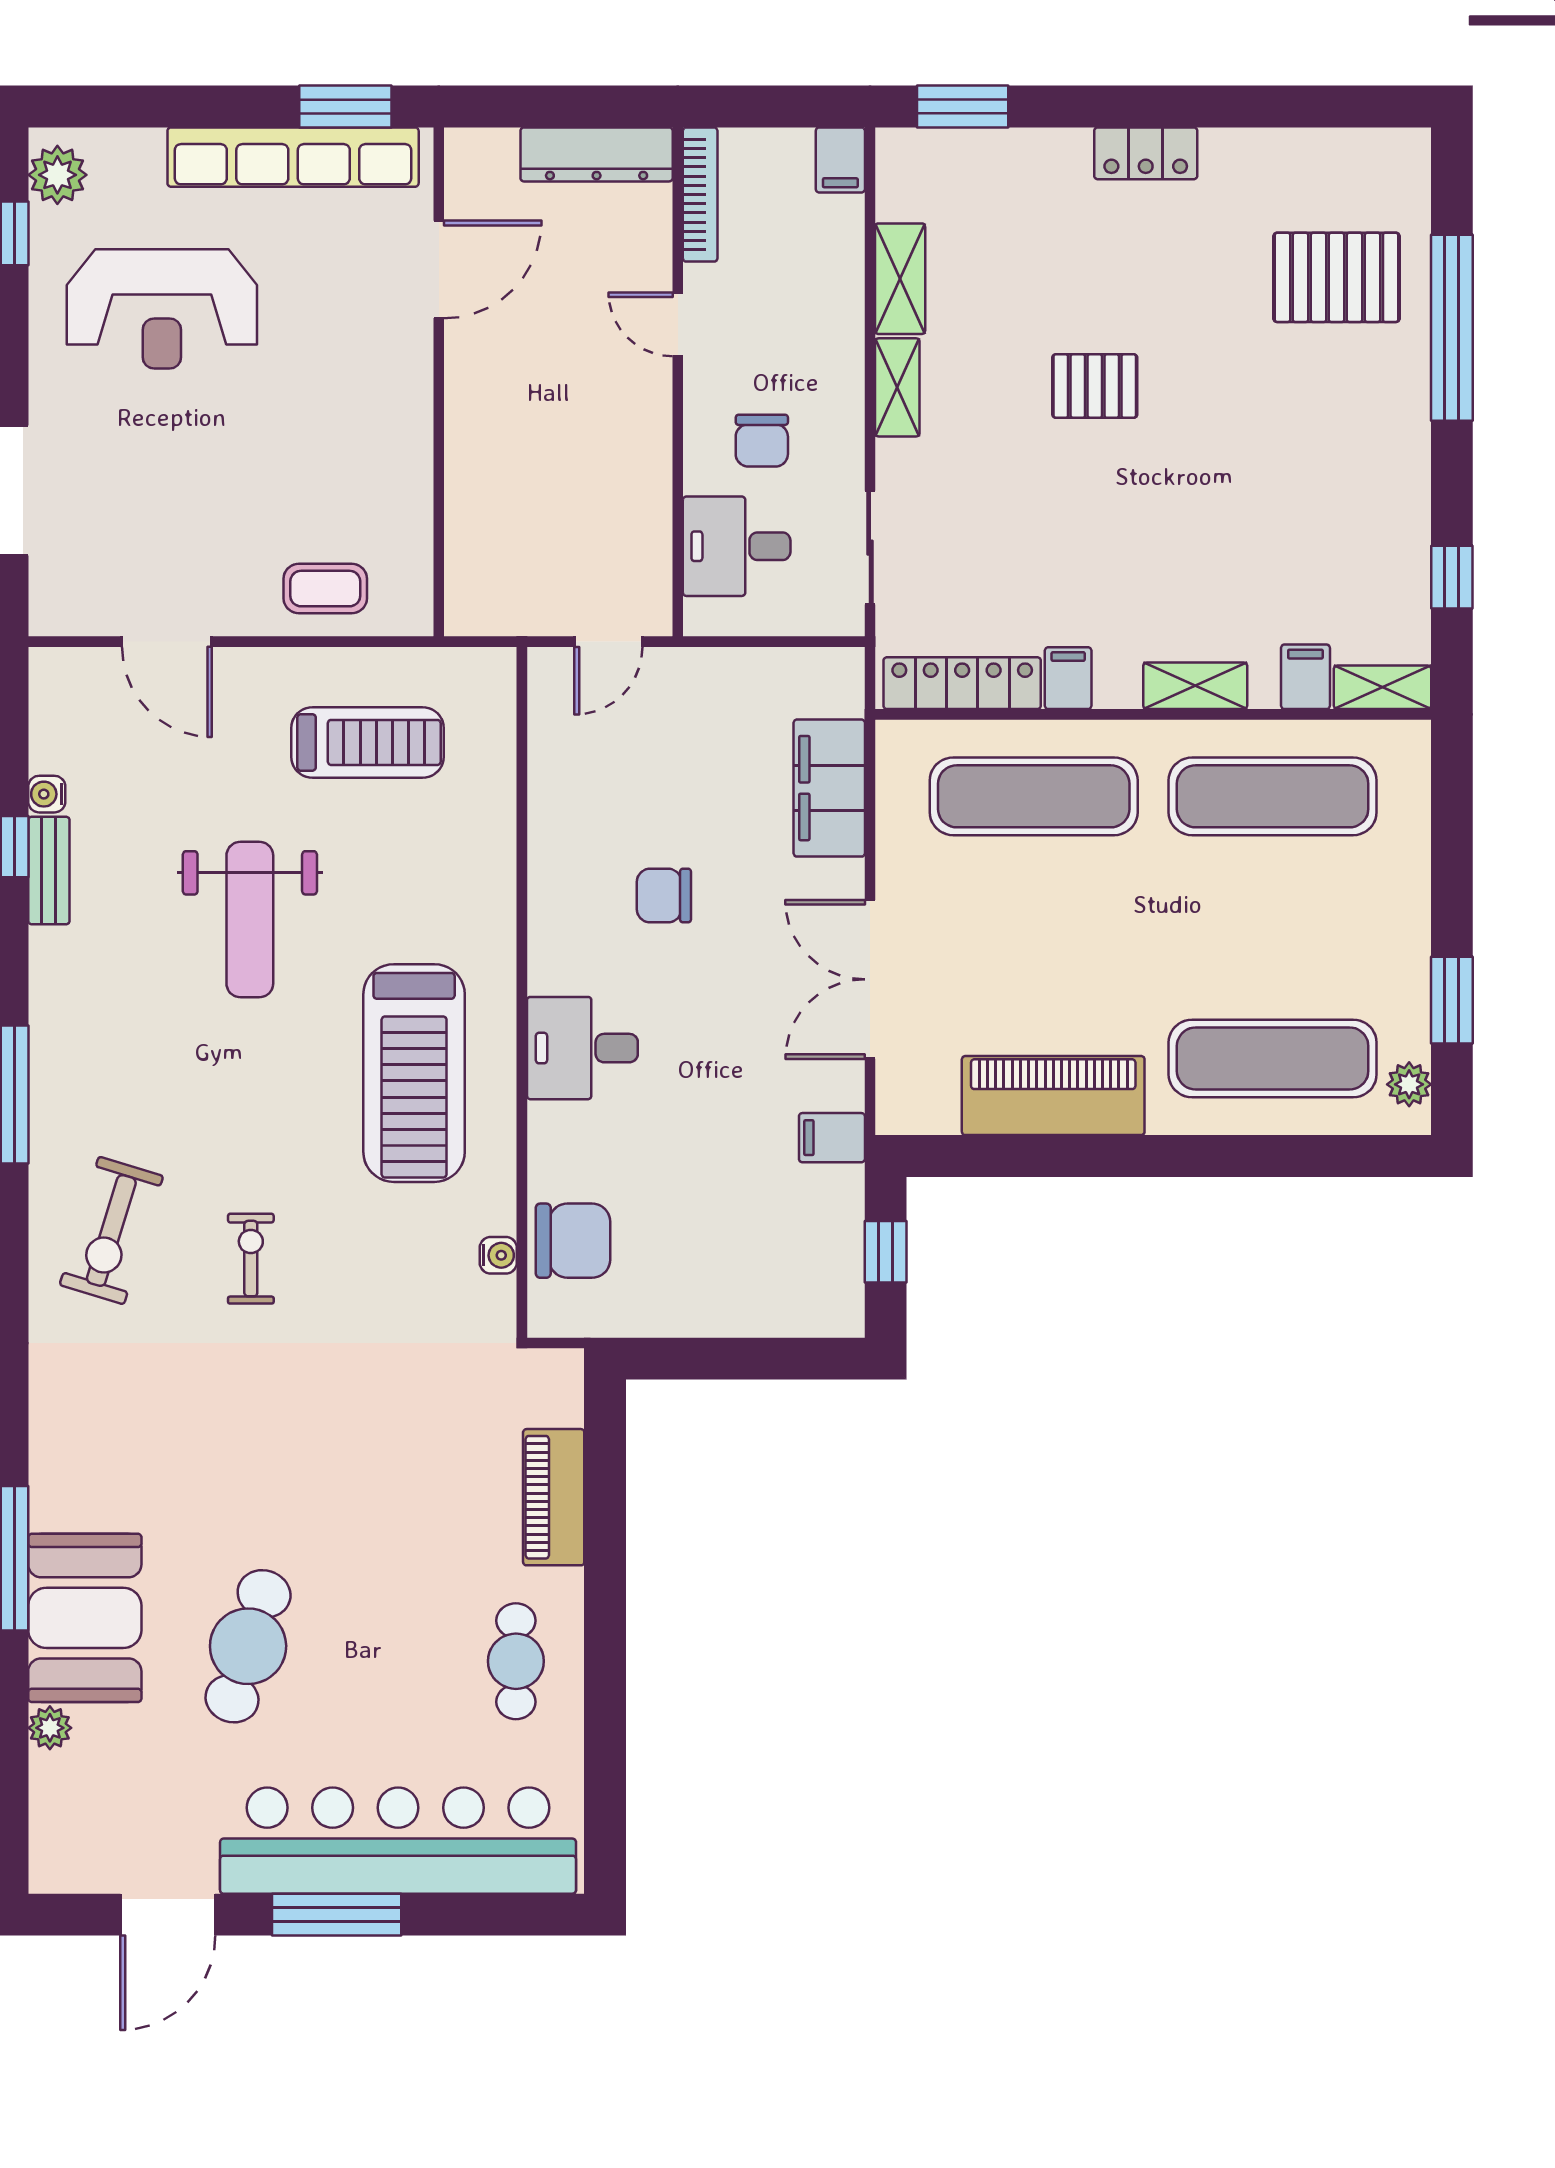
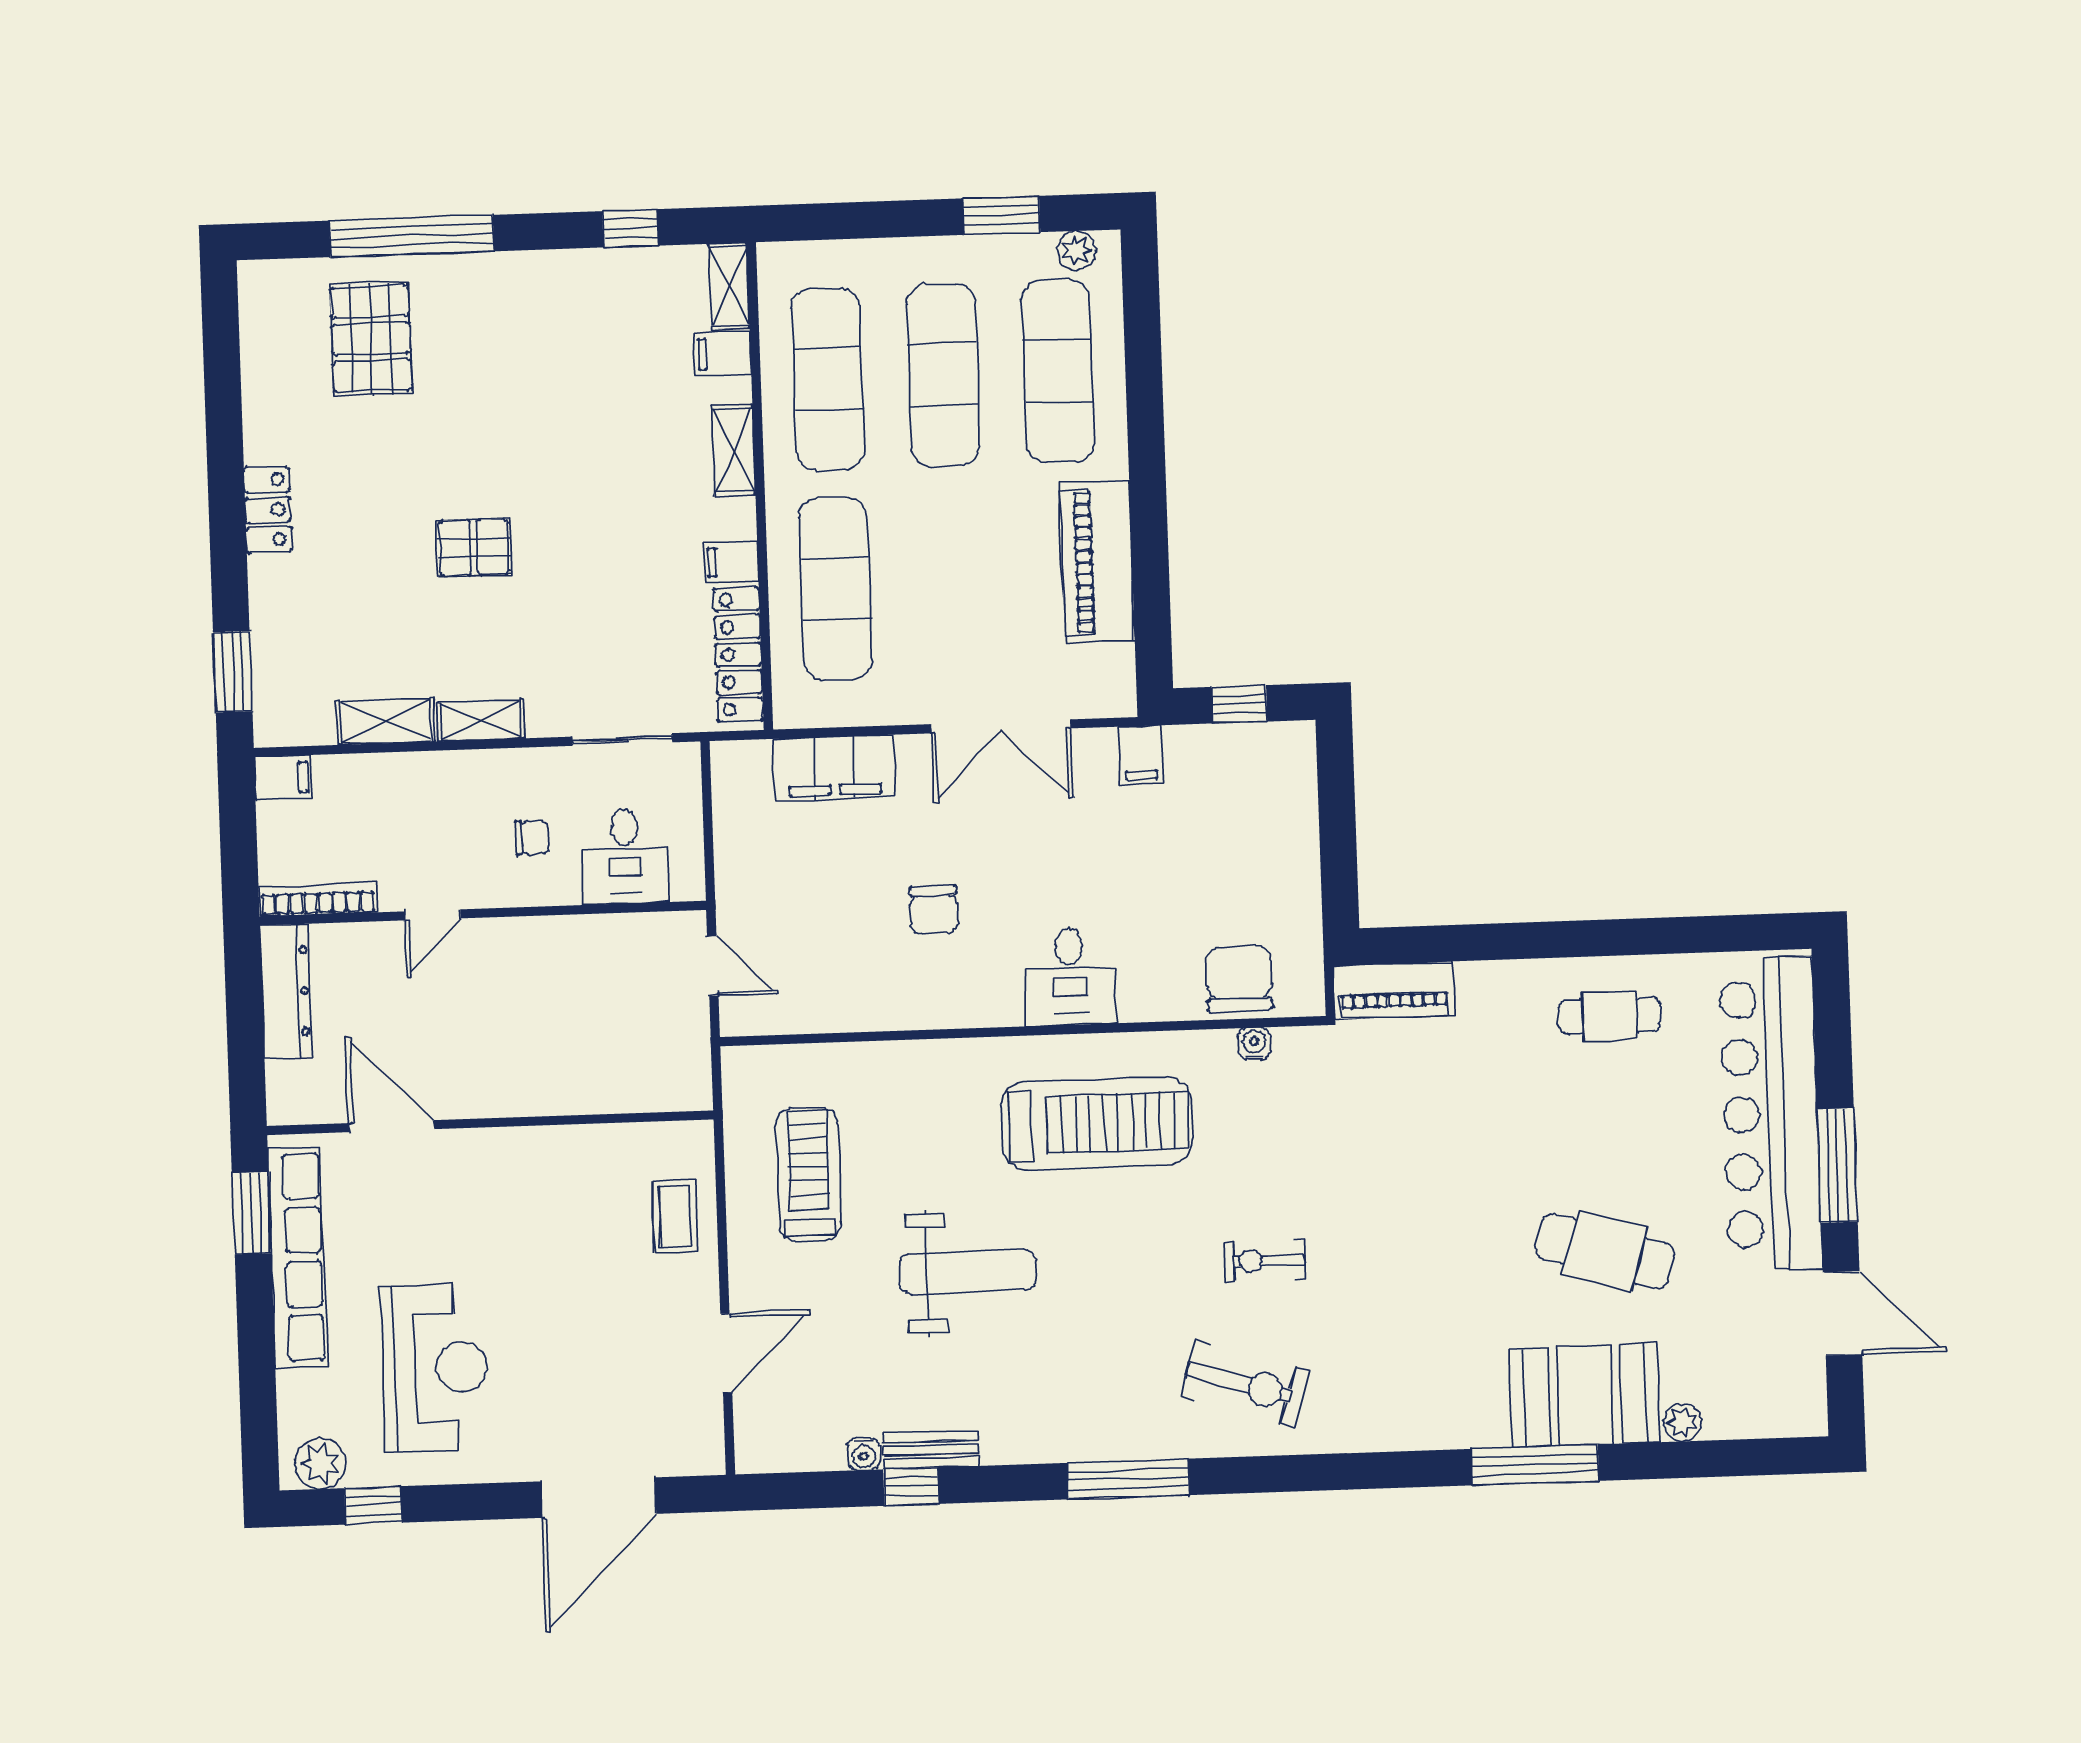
pallet: (1095, 386) -> (474, 547), turned 90
chair: (762, 441) -> (532, 838), width x0.73, depth x0.73
exercise mat: (1273, 927) -> (943, 375), added
piano: (554, 1497) -> (1394, 990), moved

